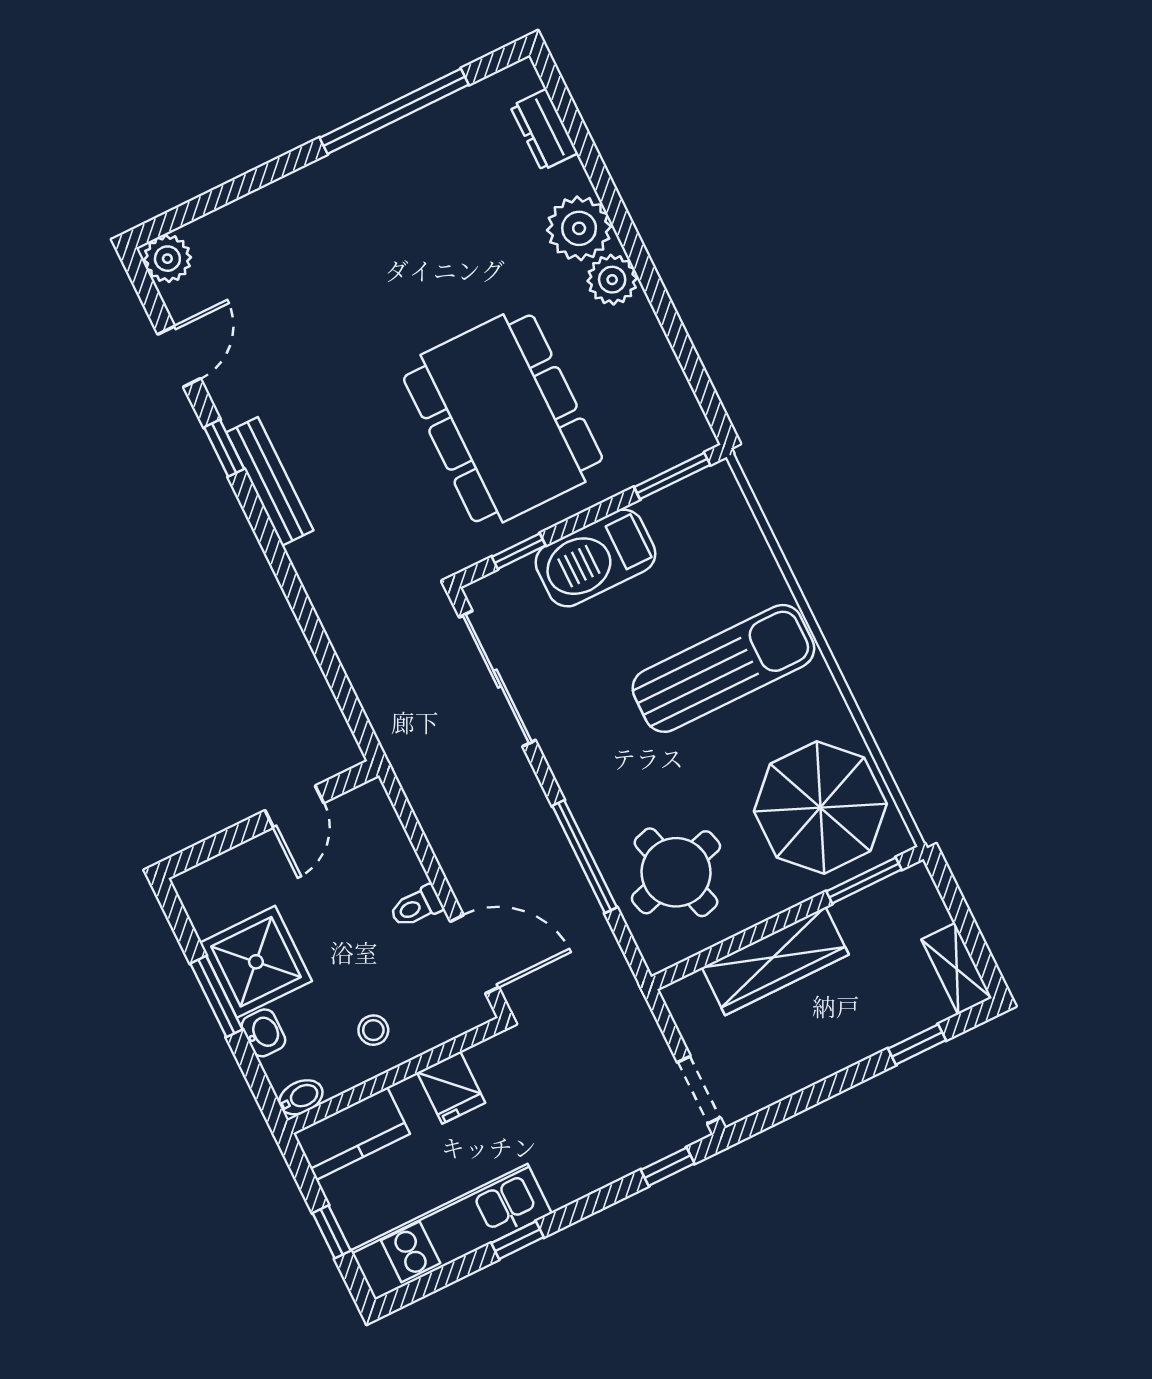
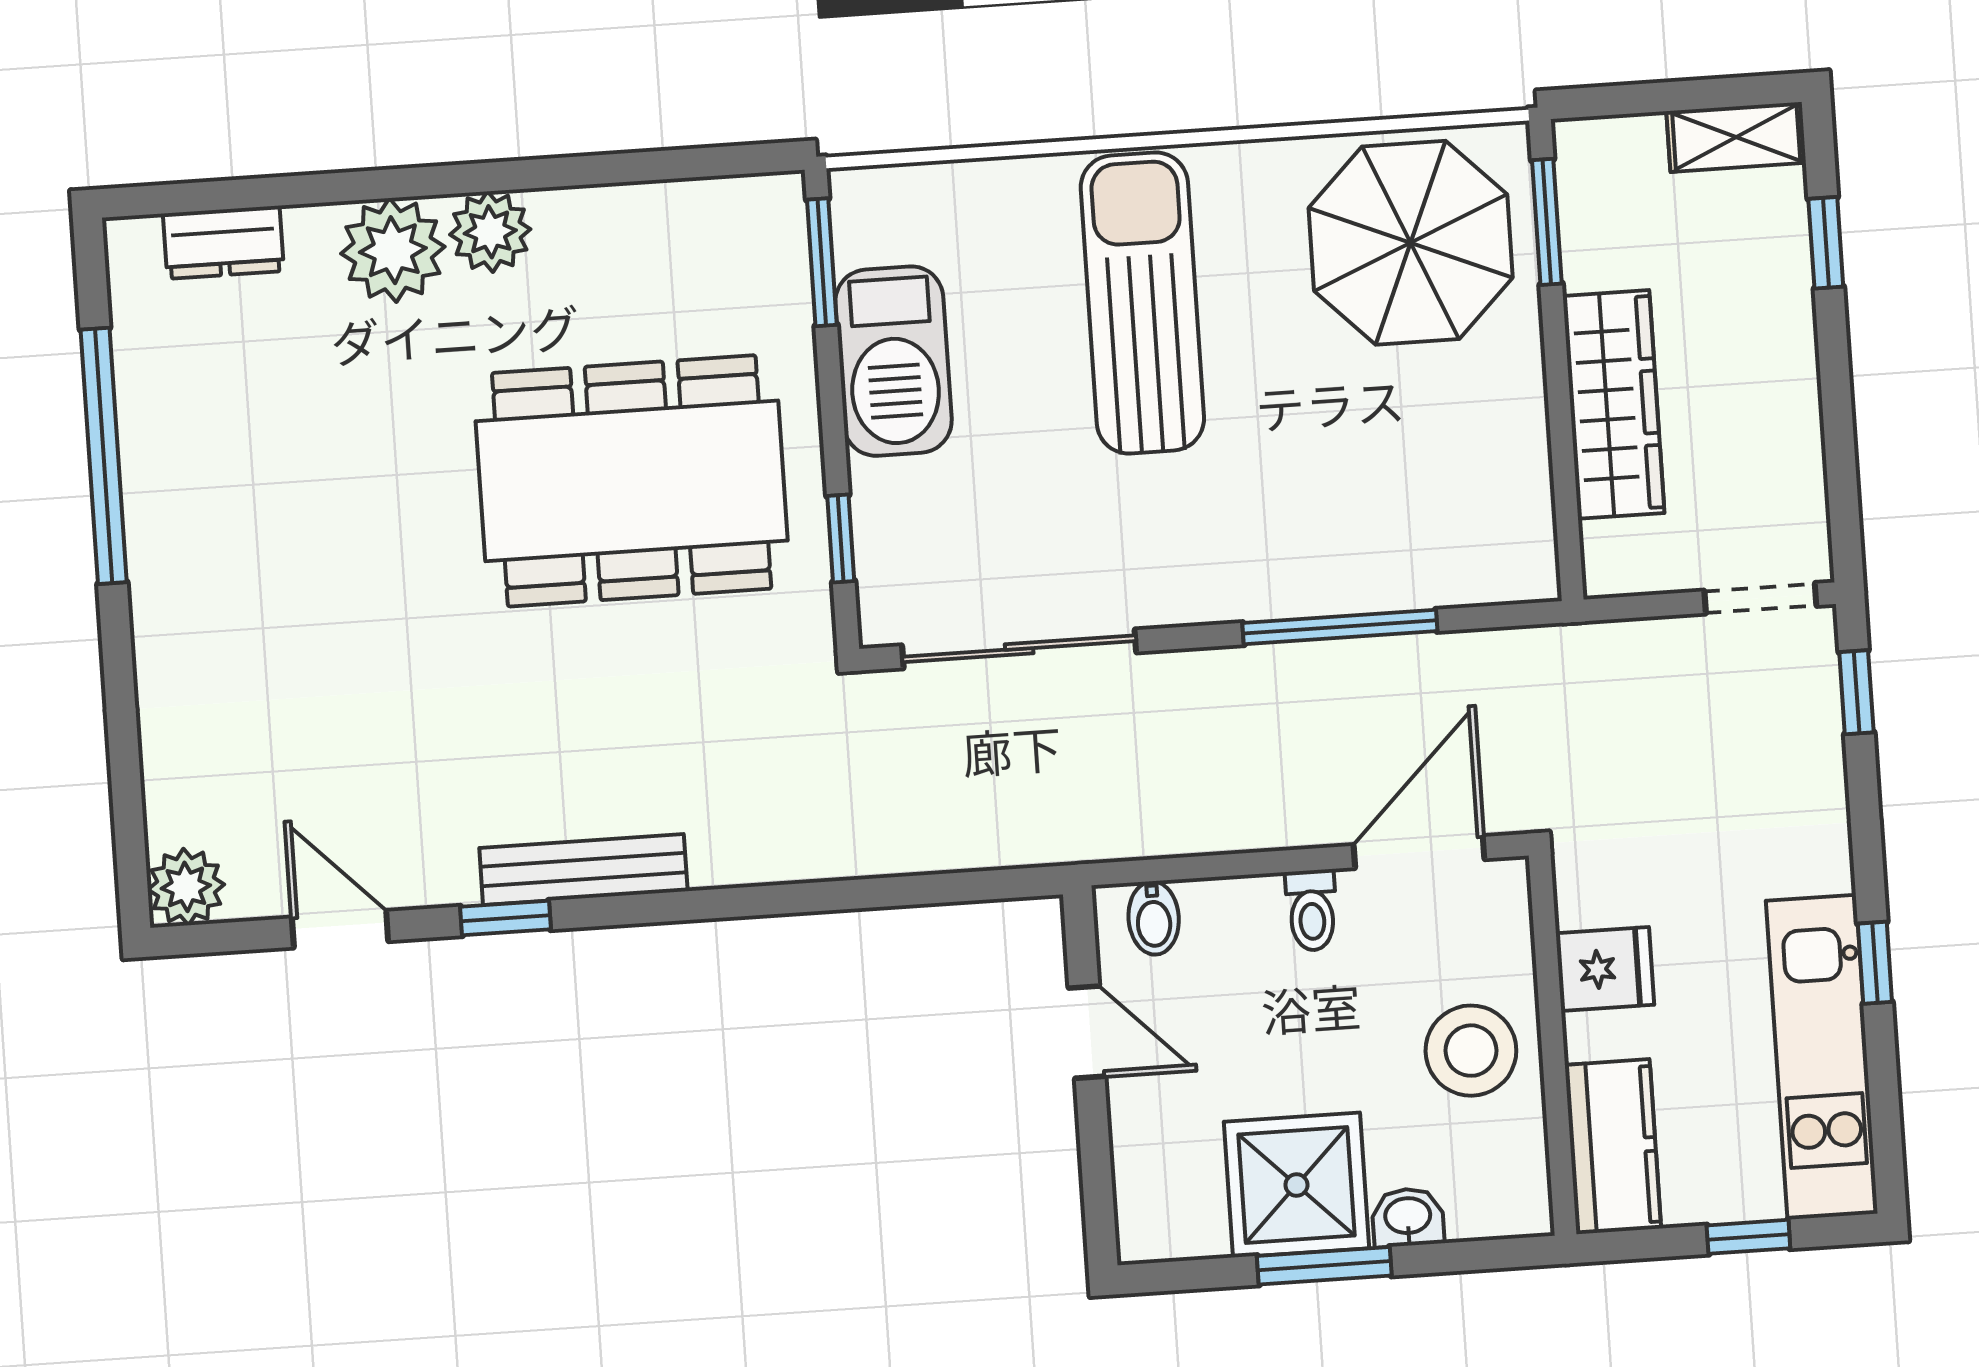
barbecue: (595, 558) -> (894, 361), moved
round table: (676, 872) -> (1419, 499), removed
stool: (373, 1030) -> (1471, 1051), width x1.89, depth x1.89
bidet: (301, 1097) -> (1154, 918), moved, turned 180

